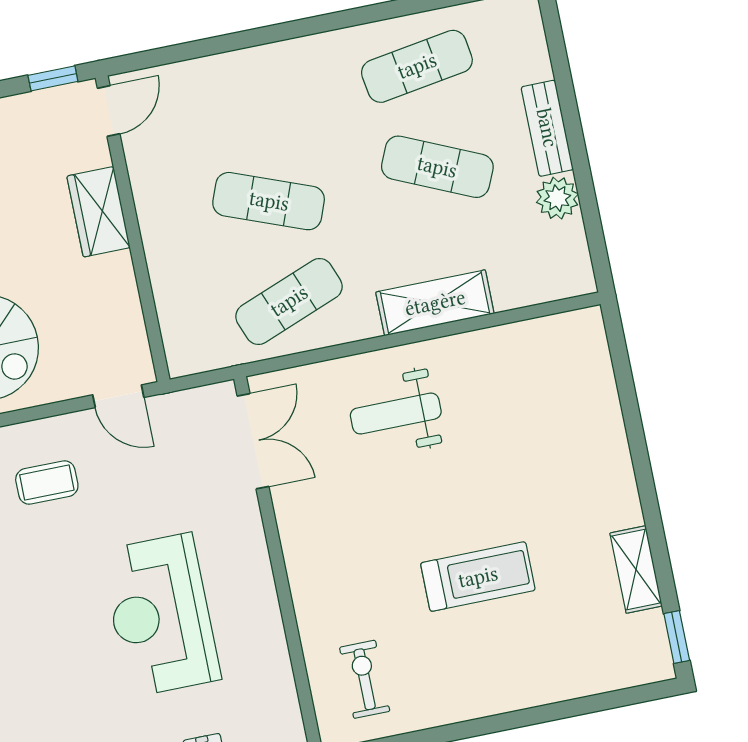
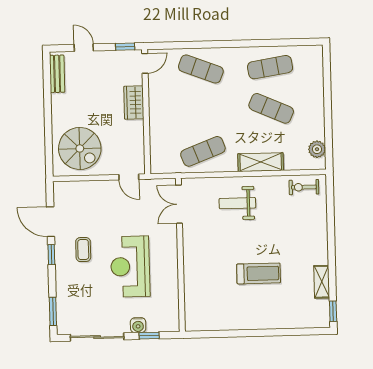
bench: (547, 128) -> (317, 101), removed
plant: (557, 198) -> (317, 149), moved
exercise mat: (269, 201) -> (201, 69), moved
double door: (253, 441) -> (179, 204), swing flipped
coffee table: (47, 482) -> (83, 250), moved, turned 90
exercise bike: (365, 679) -> (304, 187), moved, turned -90

